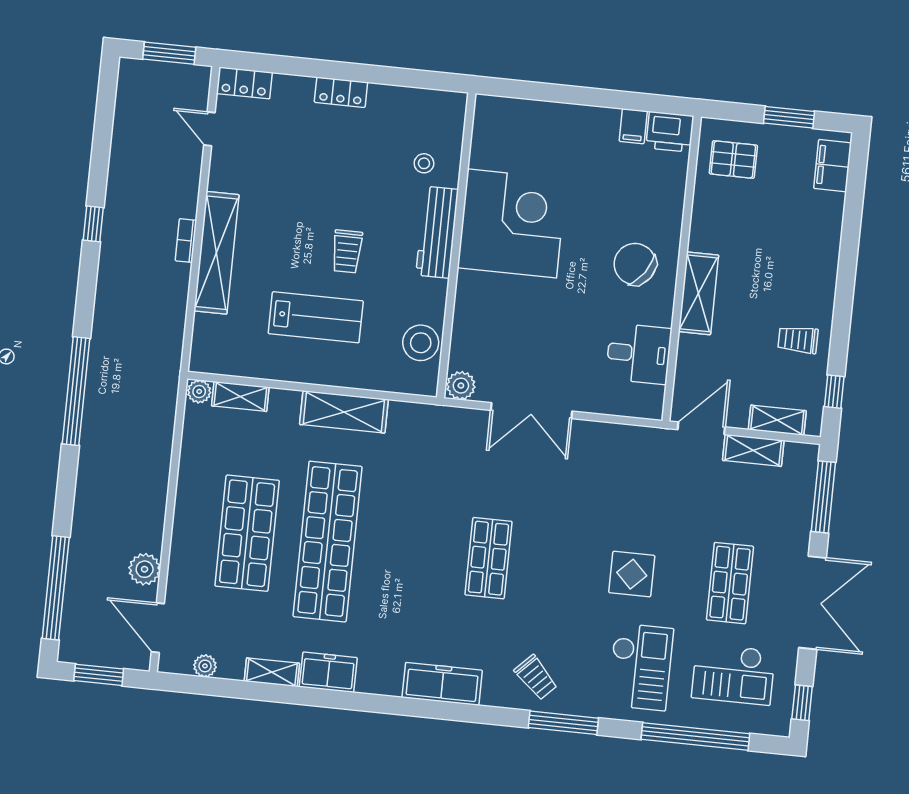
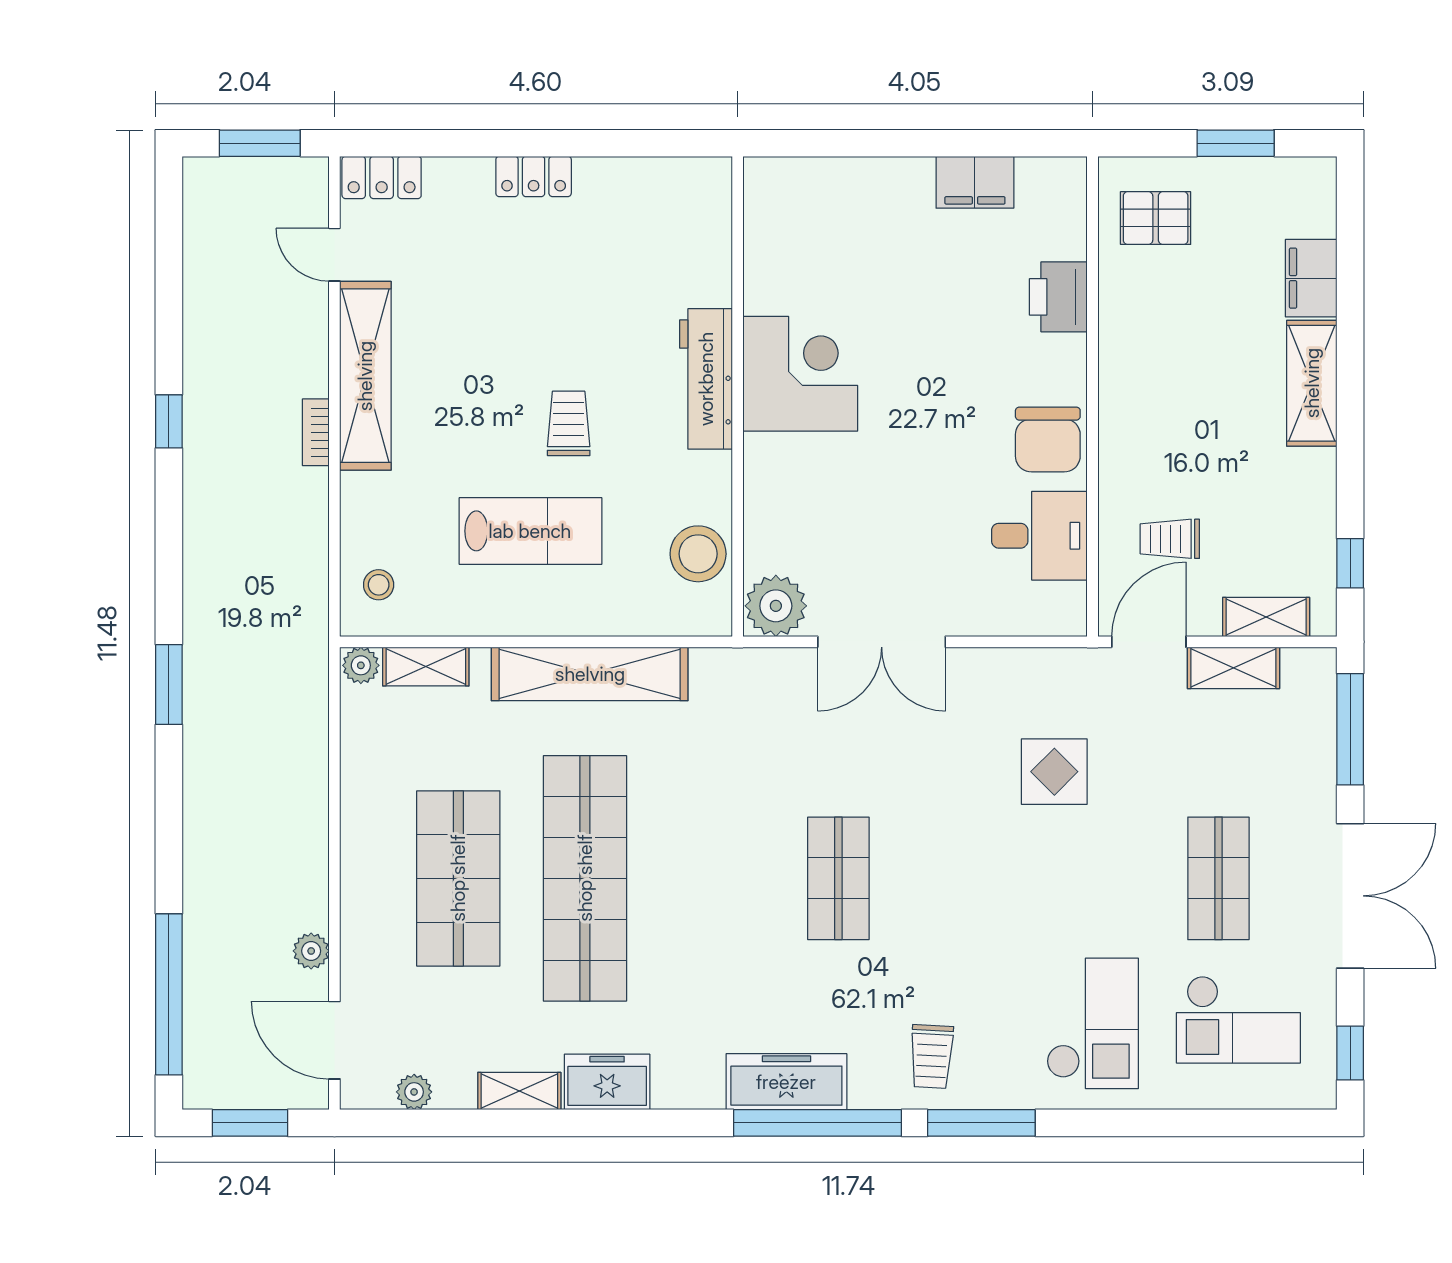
filing cabinet: (633, 126) -> (975, 182), width x2.00
printer: (670, 132) -> (1058, 297), moved, turned 90
stool: (424, 163) -> (379, 585), moved
filing cabinet: (833, 166) -> (1311, 278), moved
corner desk: (512, 223) -> (800, 374), width x0.74, depth x0.74
trolley: (347, 251) -> (569, 423), turned 180
shelving: (216, 253) -> (365, 376), moved
chair: (635, 264) -> (1048, 440), moved, turned -125
shelving: (699, 293) -> (1312, 383), moved
trolley: (798, 340) -> (1170, 539), moved
plant: (461, 386) -> (776, 606), width x1.36, depth x1.36
window: (76, 391) -> (169, 685), width x0.47
shelving: (344, 412) -> (590, 674), width x1.47
plant: (145, 569) -> (311, 951), width x0.73, depth x0.73
display table: (632, 574) -> (1054, 772), moved
trolley: (536, 677) -> (932, 1057), turned 48
window: (695, 736) -> (818, 1123), moved

